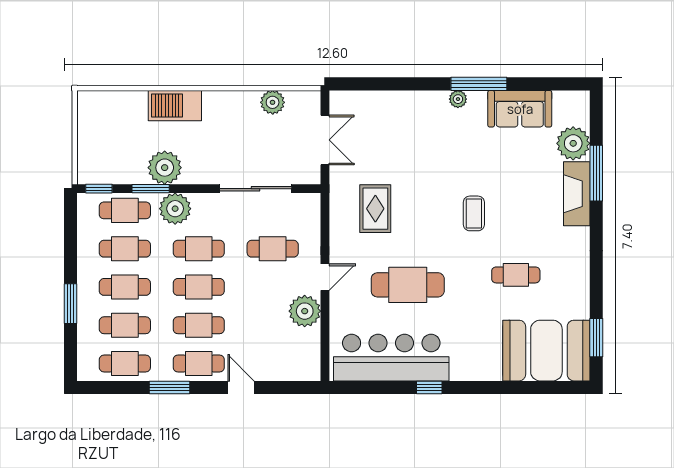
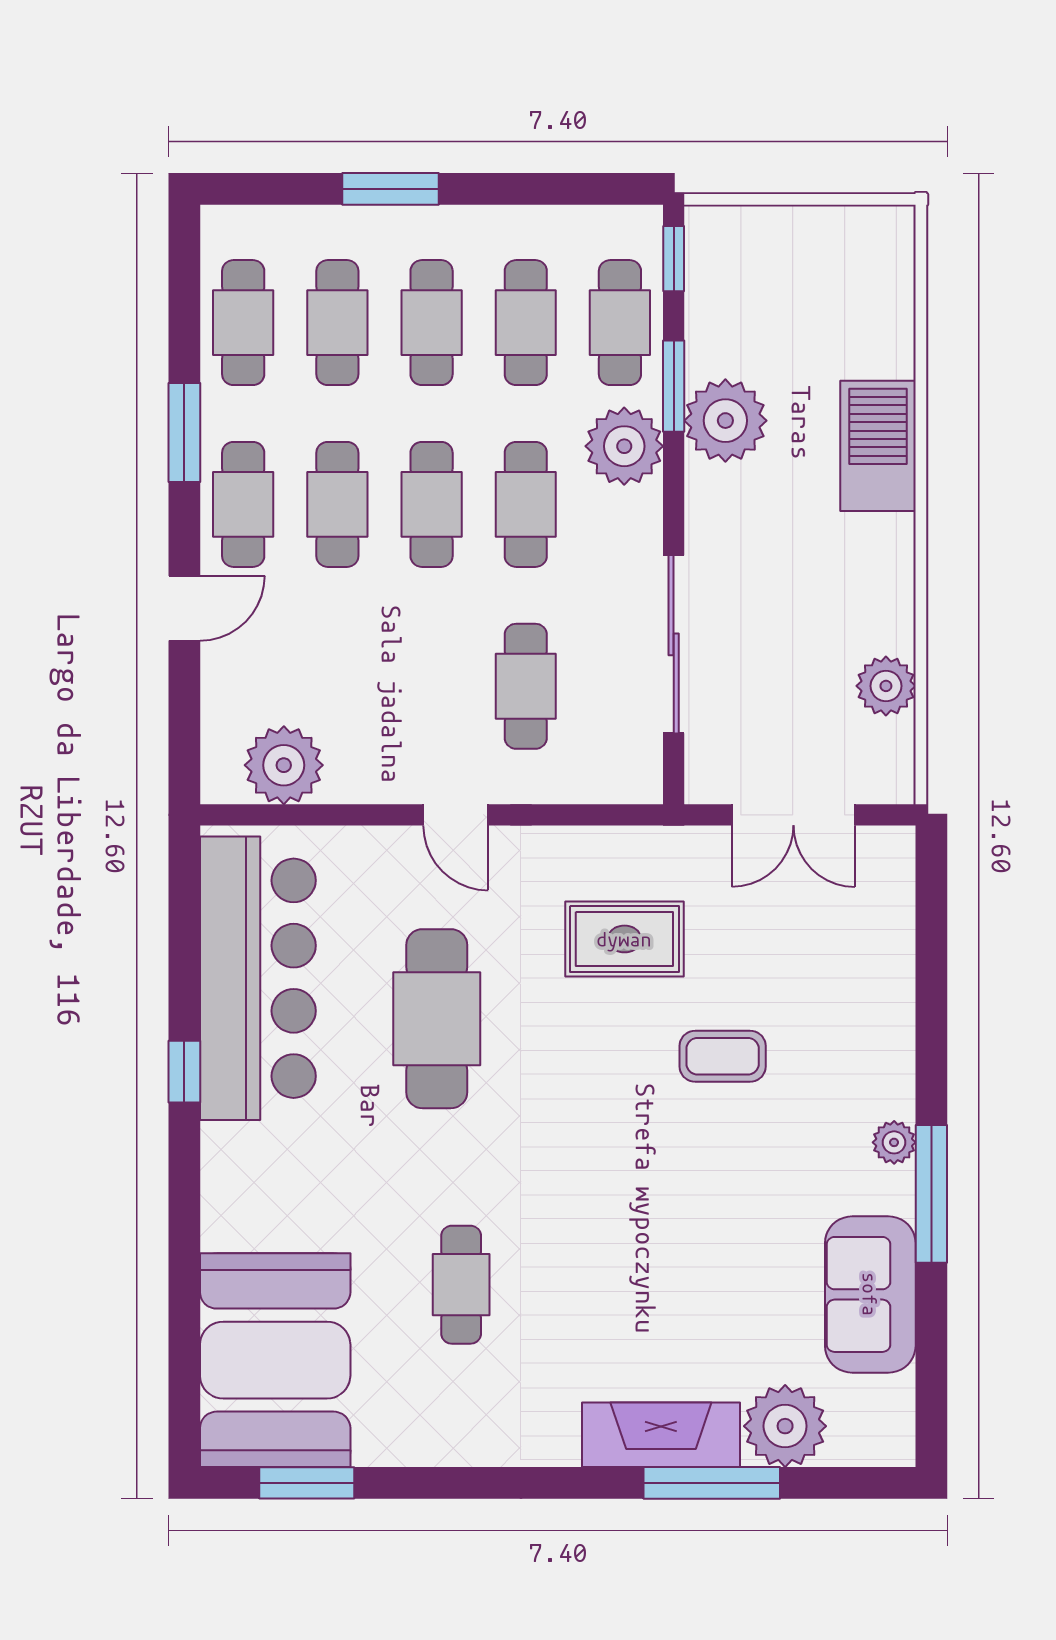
coffee table: (474, 213) -> (723, 1056), moved
plant: (305, 311) -> (284, 765), moved

